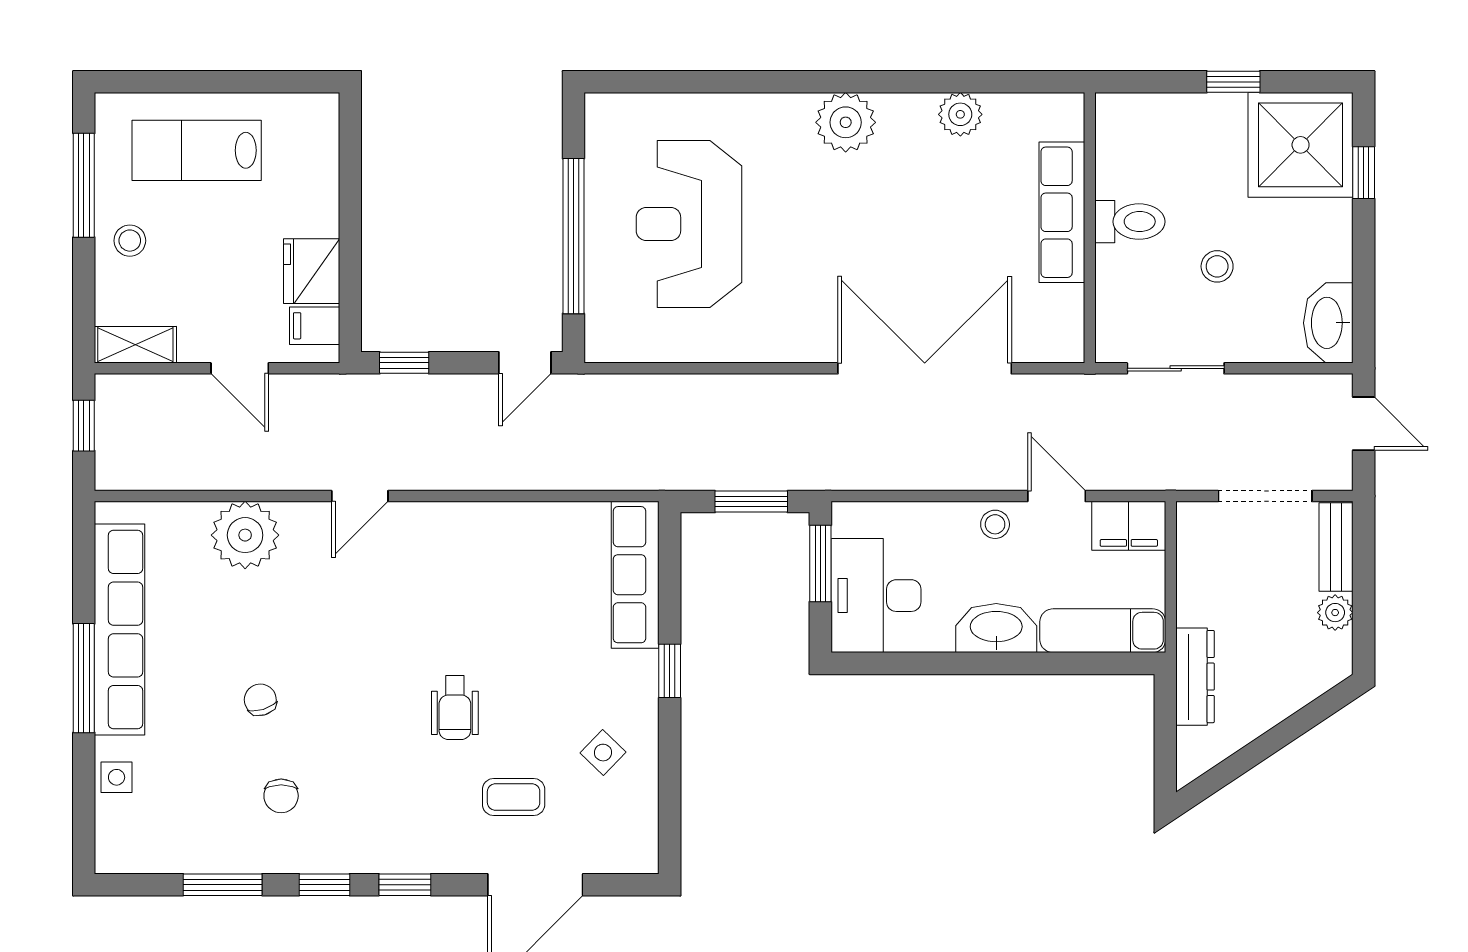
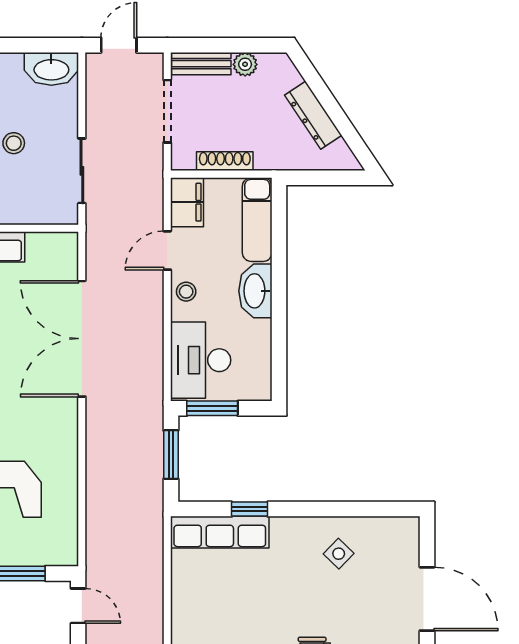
shoe rack: (1190, 582) -> (225, 161), added
desk: (876, 596) -> (201, 360), moved, turned 90
window: (670, 671) -> (250, 509), moved
dresser: (1195, 677) -> (313, 115), moved, turned -124
coffee table: (514, 797) -> (368, 613), removed

